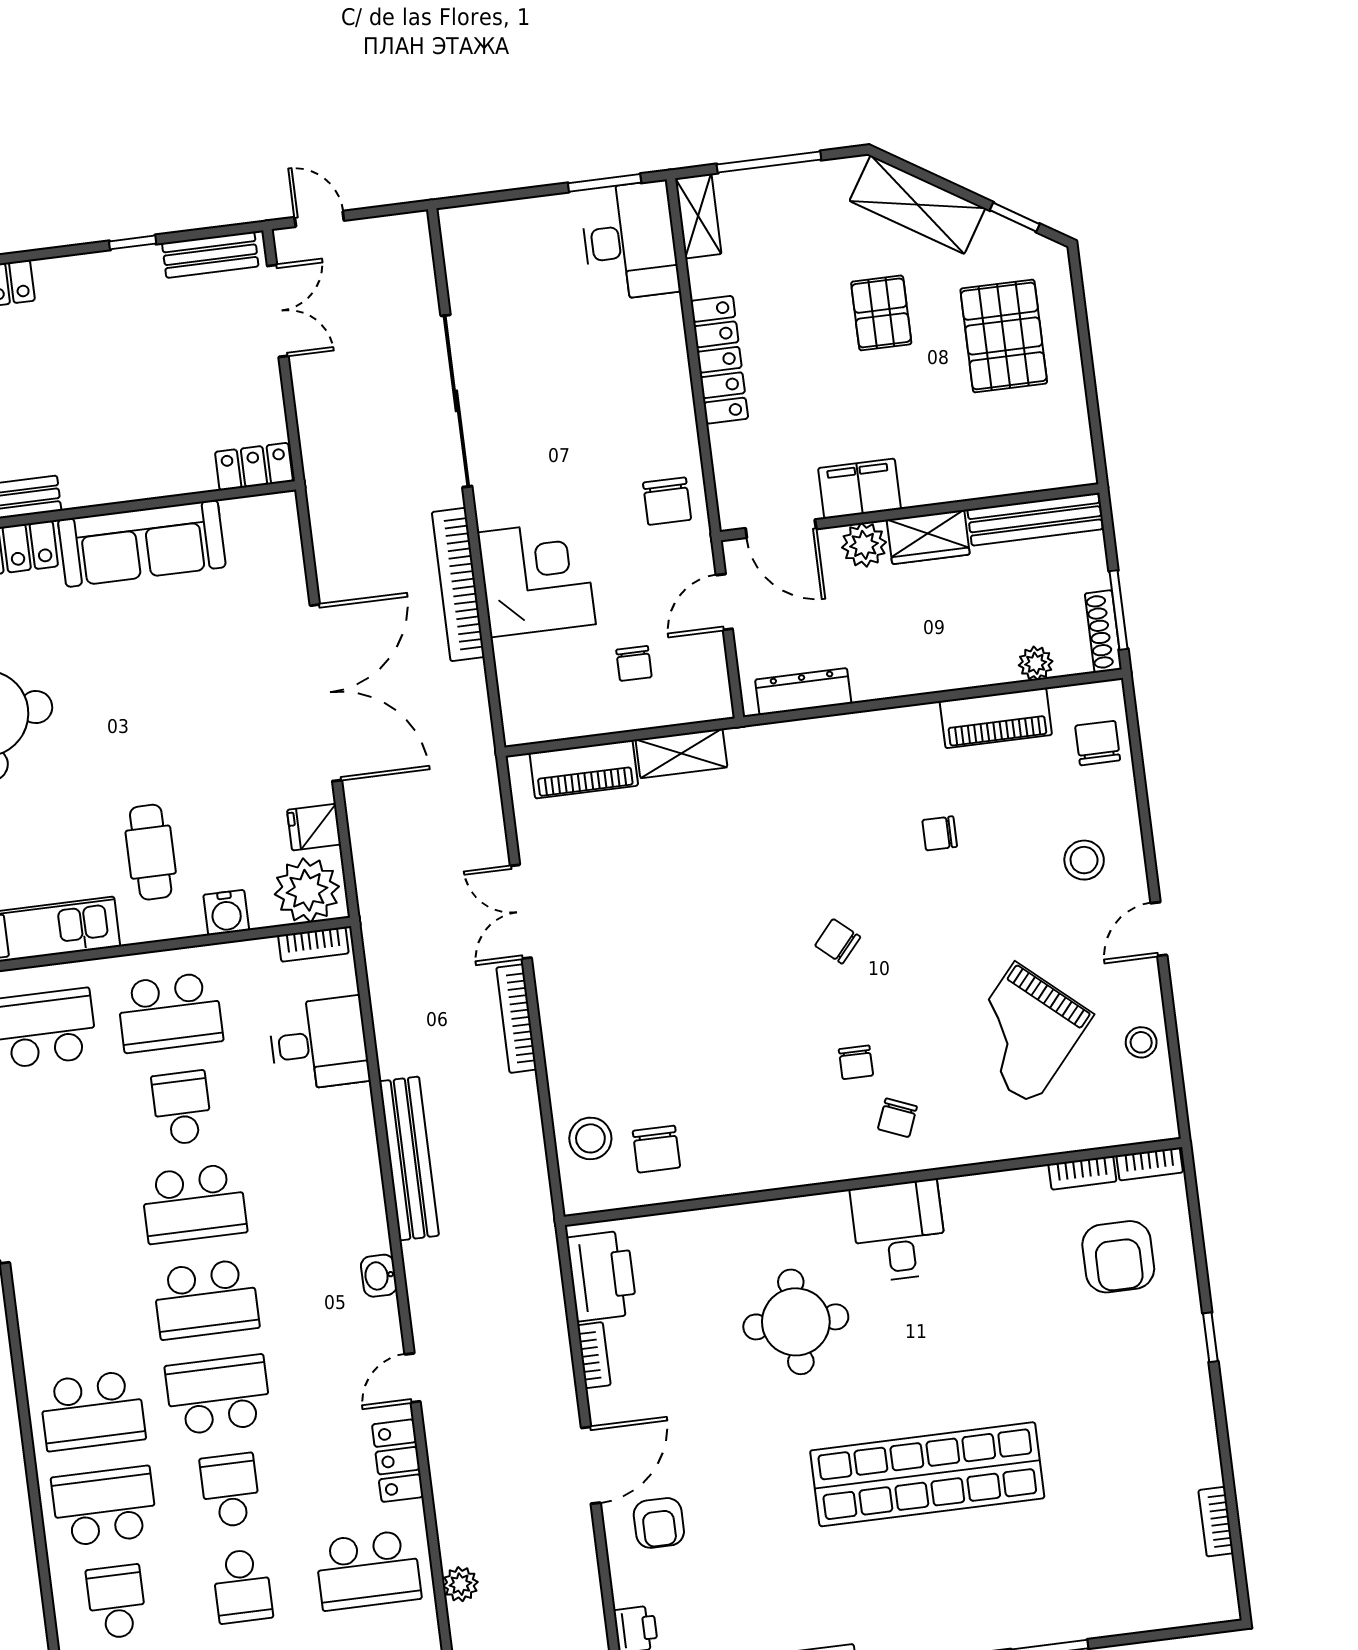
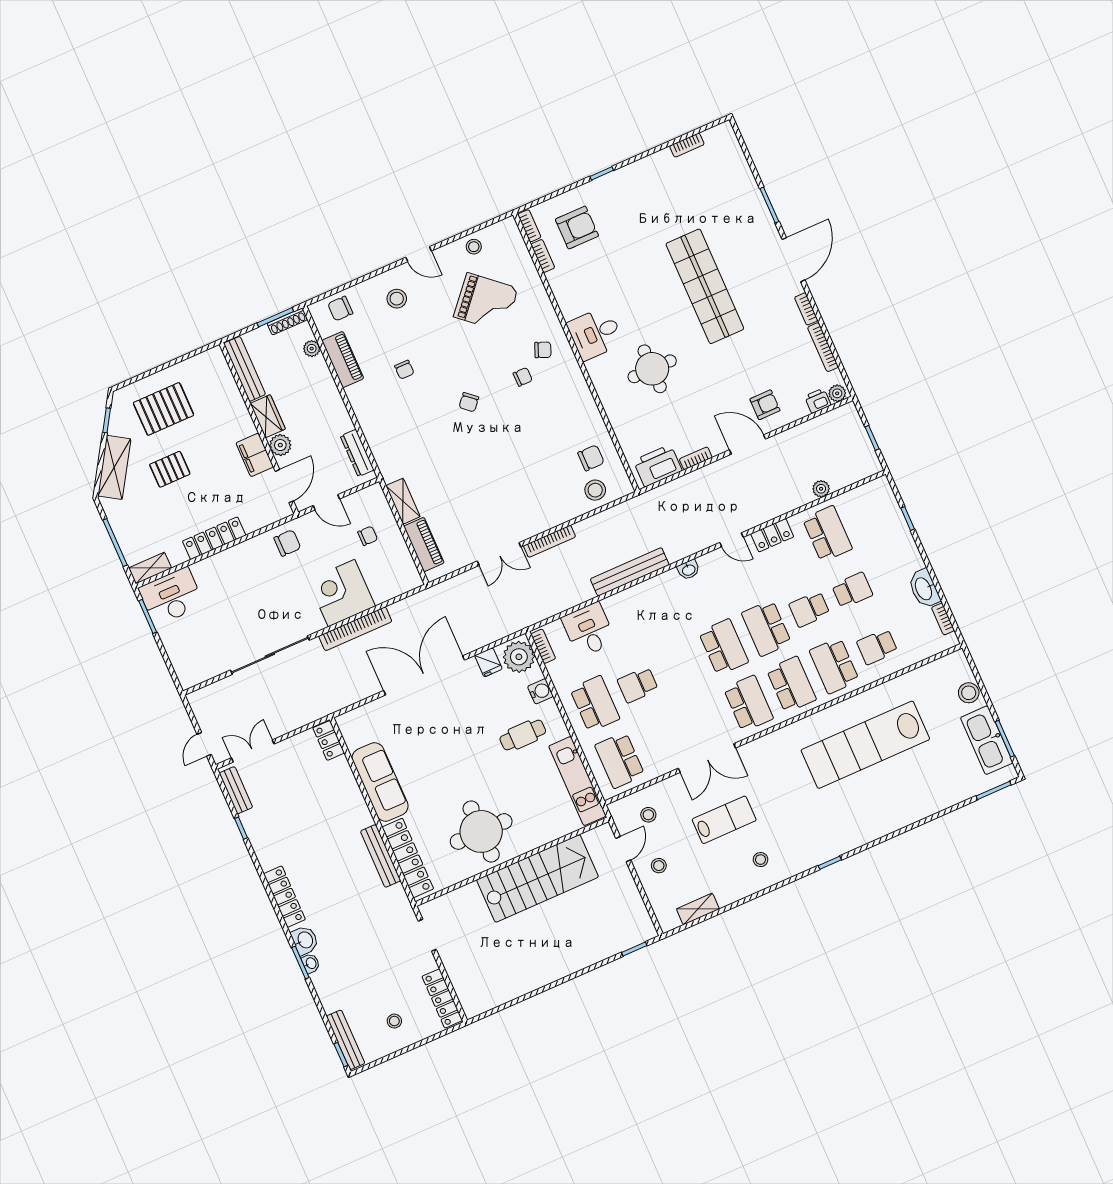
school desk: (194, 1204) -> (748, 703), moved

